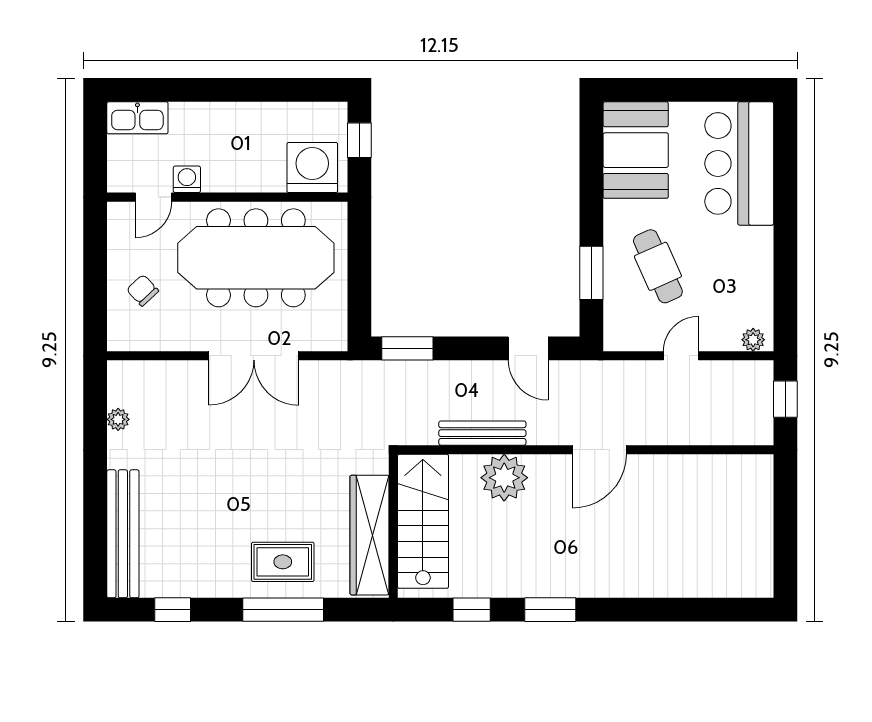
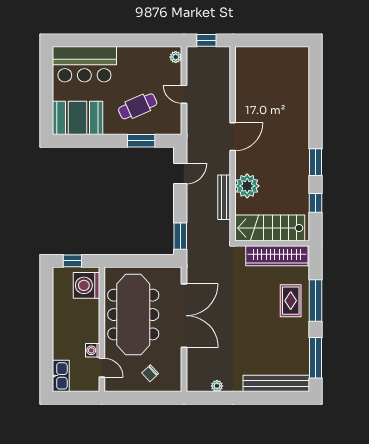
double door: (254, 356) -> (184, 316), width x1.36
door: (599, 450) -> (233, 137), hinge flipped
window: (173, 610) -> (316, 358), width x2.17

